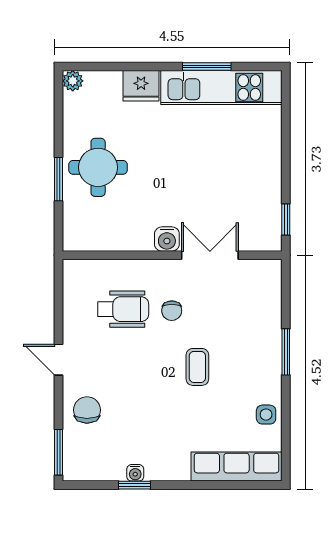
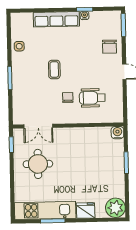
plant: (73, 81) -> (115, 208), width x1.87, depth x1.87
round table: (98, 167) -> (38, 164), moved
water cooler: (167, 239) -> (117, 133), moved
double door: (210, 255) -> (38, 126), moved
row of seats: (237, 467) -> (56, 19), moved

